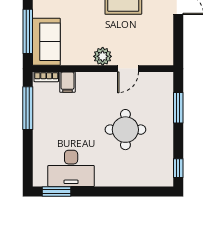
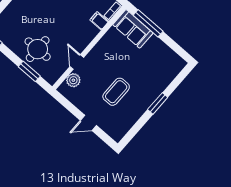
plant: (103, 56) -> (73, 80), moved
round table: (125, 130) -> (38, 49), moved

